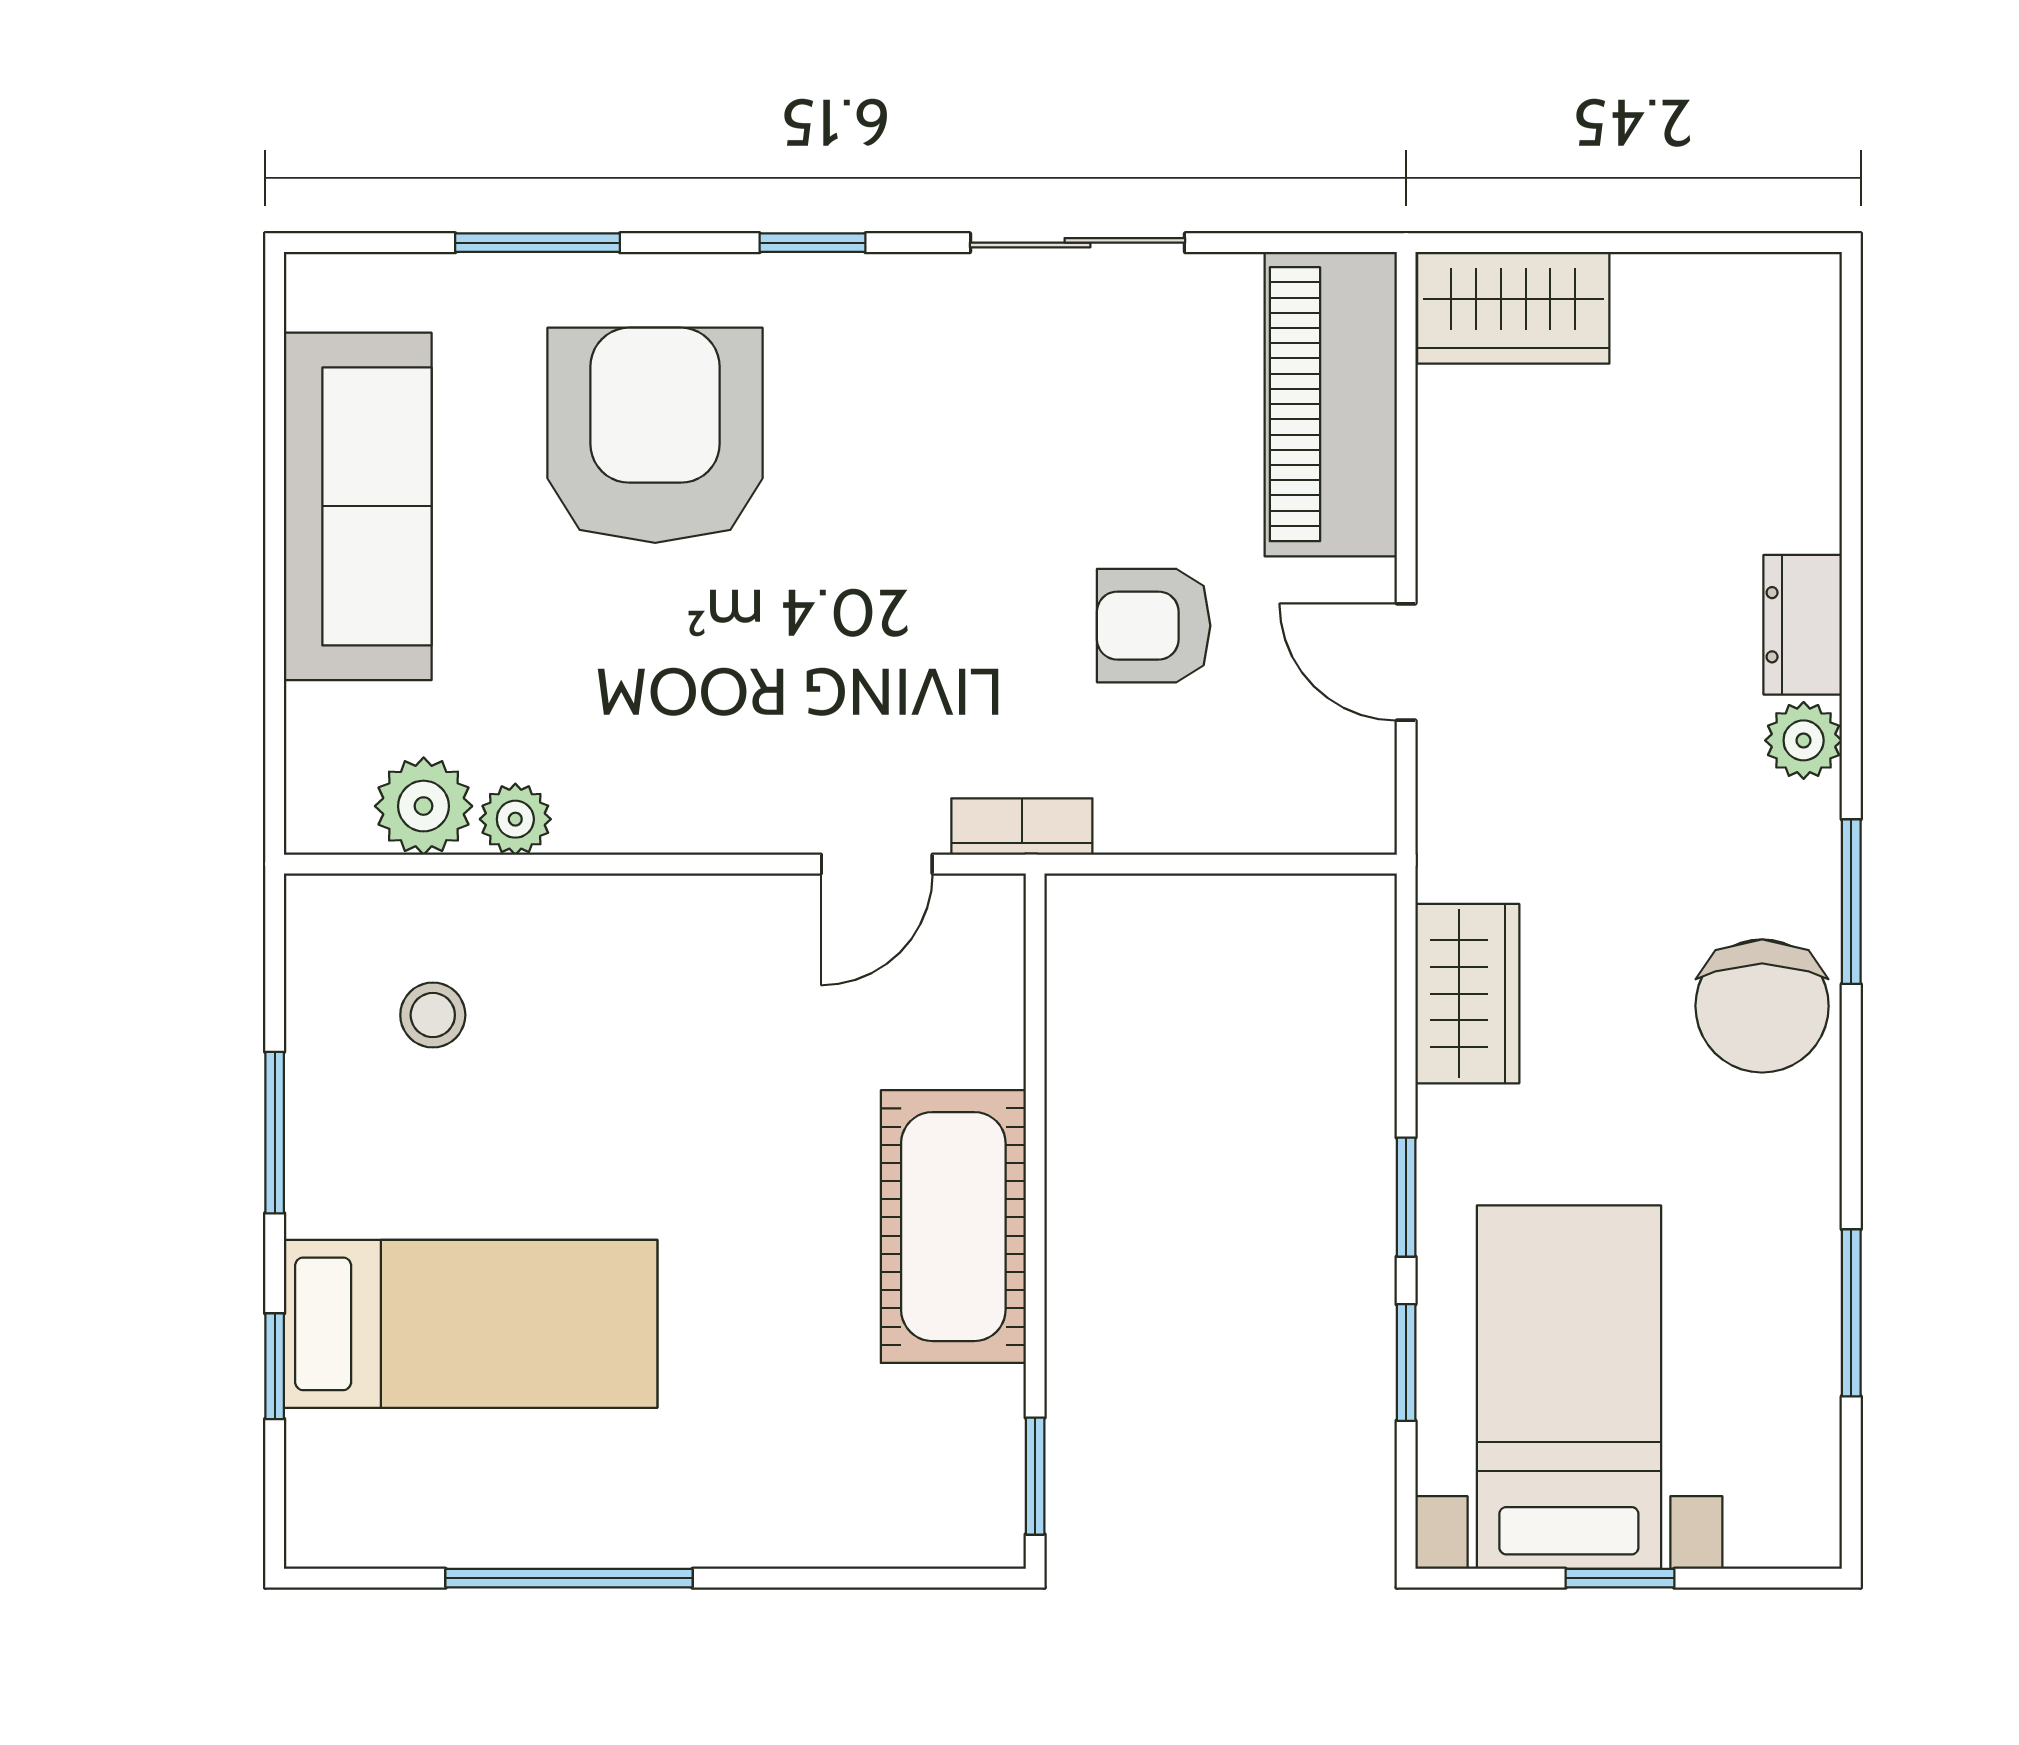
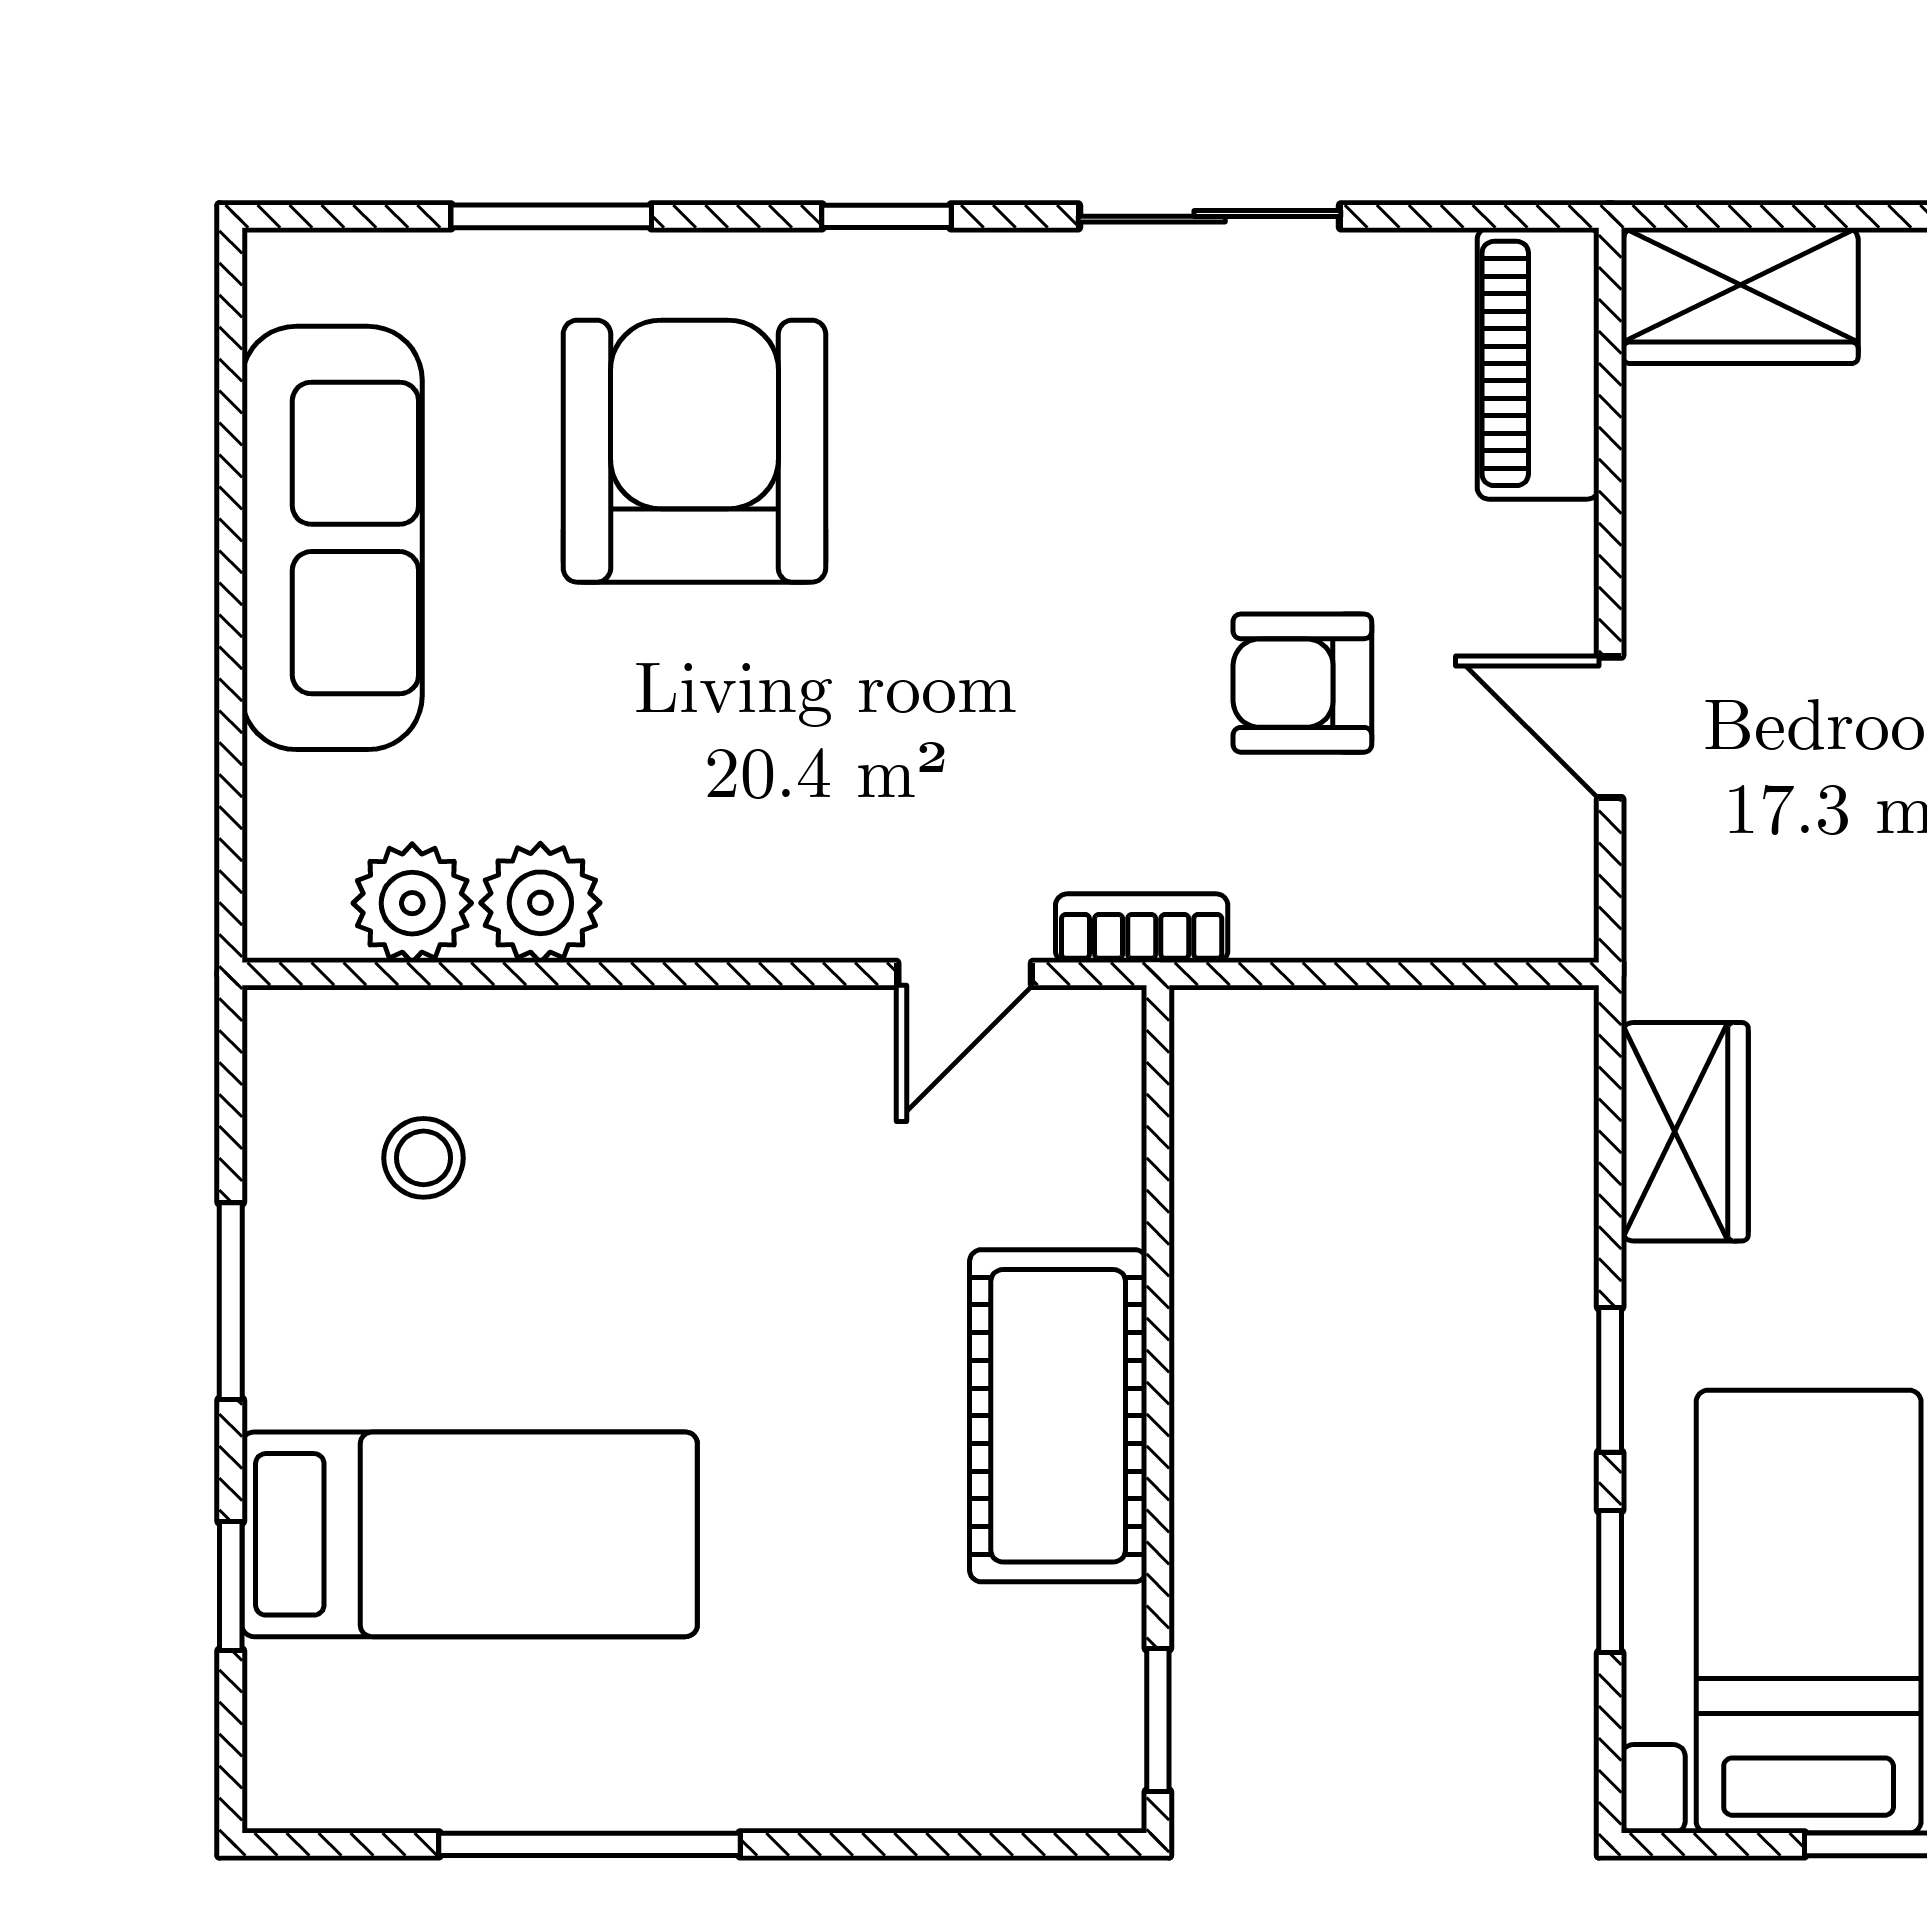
piano: (1331, 404) -> (1538, 363), width x0.73, depth x0.75
plant: (515, 819) -> (540, 903), width x1.38, depth x1.38

